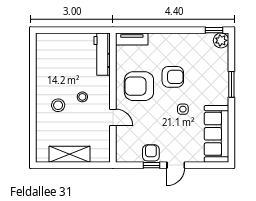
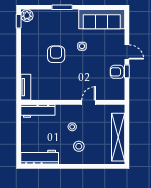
workbench: (45, 56) -> (40, 157), added
armchair: (139, 86) -> (64, 81), removed
shelving: (69, 154) -> (118, 137), width x1.47

